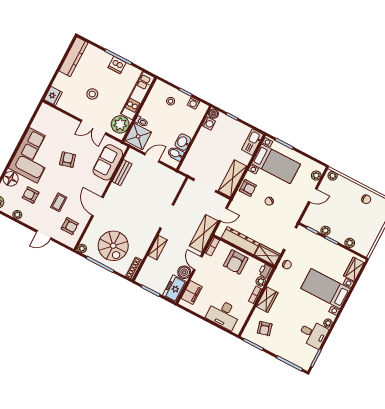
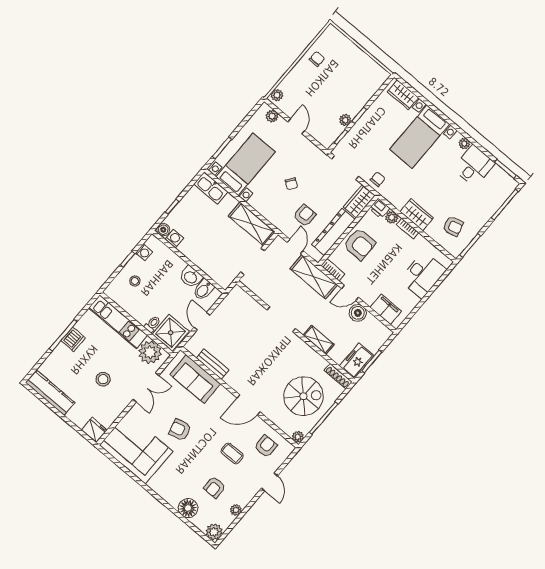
corner sofa: (33, 155) -> (136, 448), moved
armchair: (248, 188) -> (305, 215), moved
plant: (350, 243) -> (368, 93), removed
freezer: (174, 289) -> (357, 361), moved, turned 90

